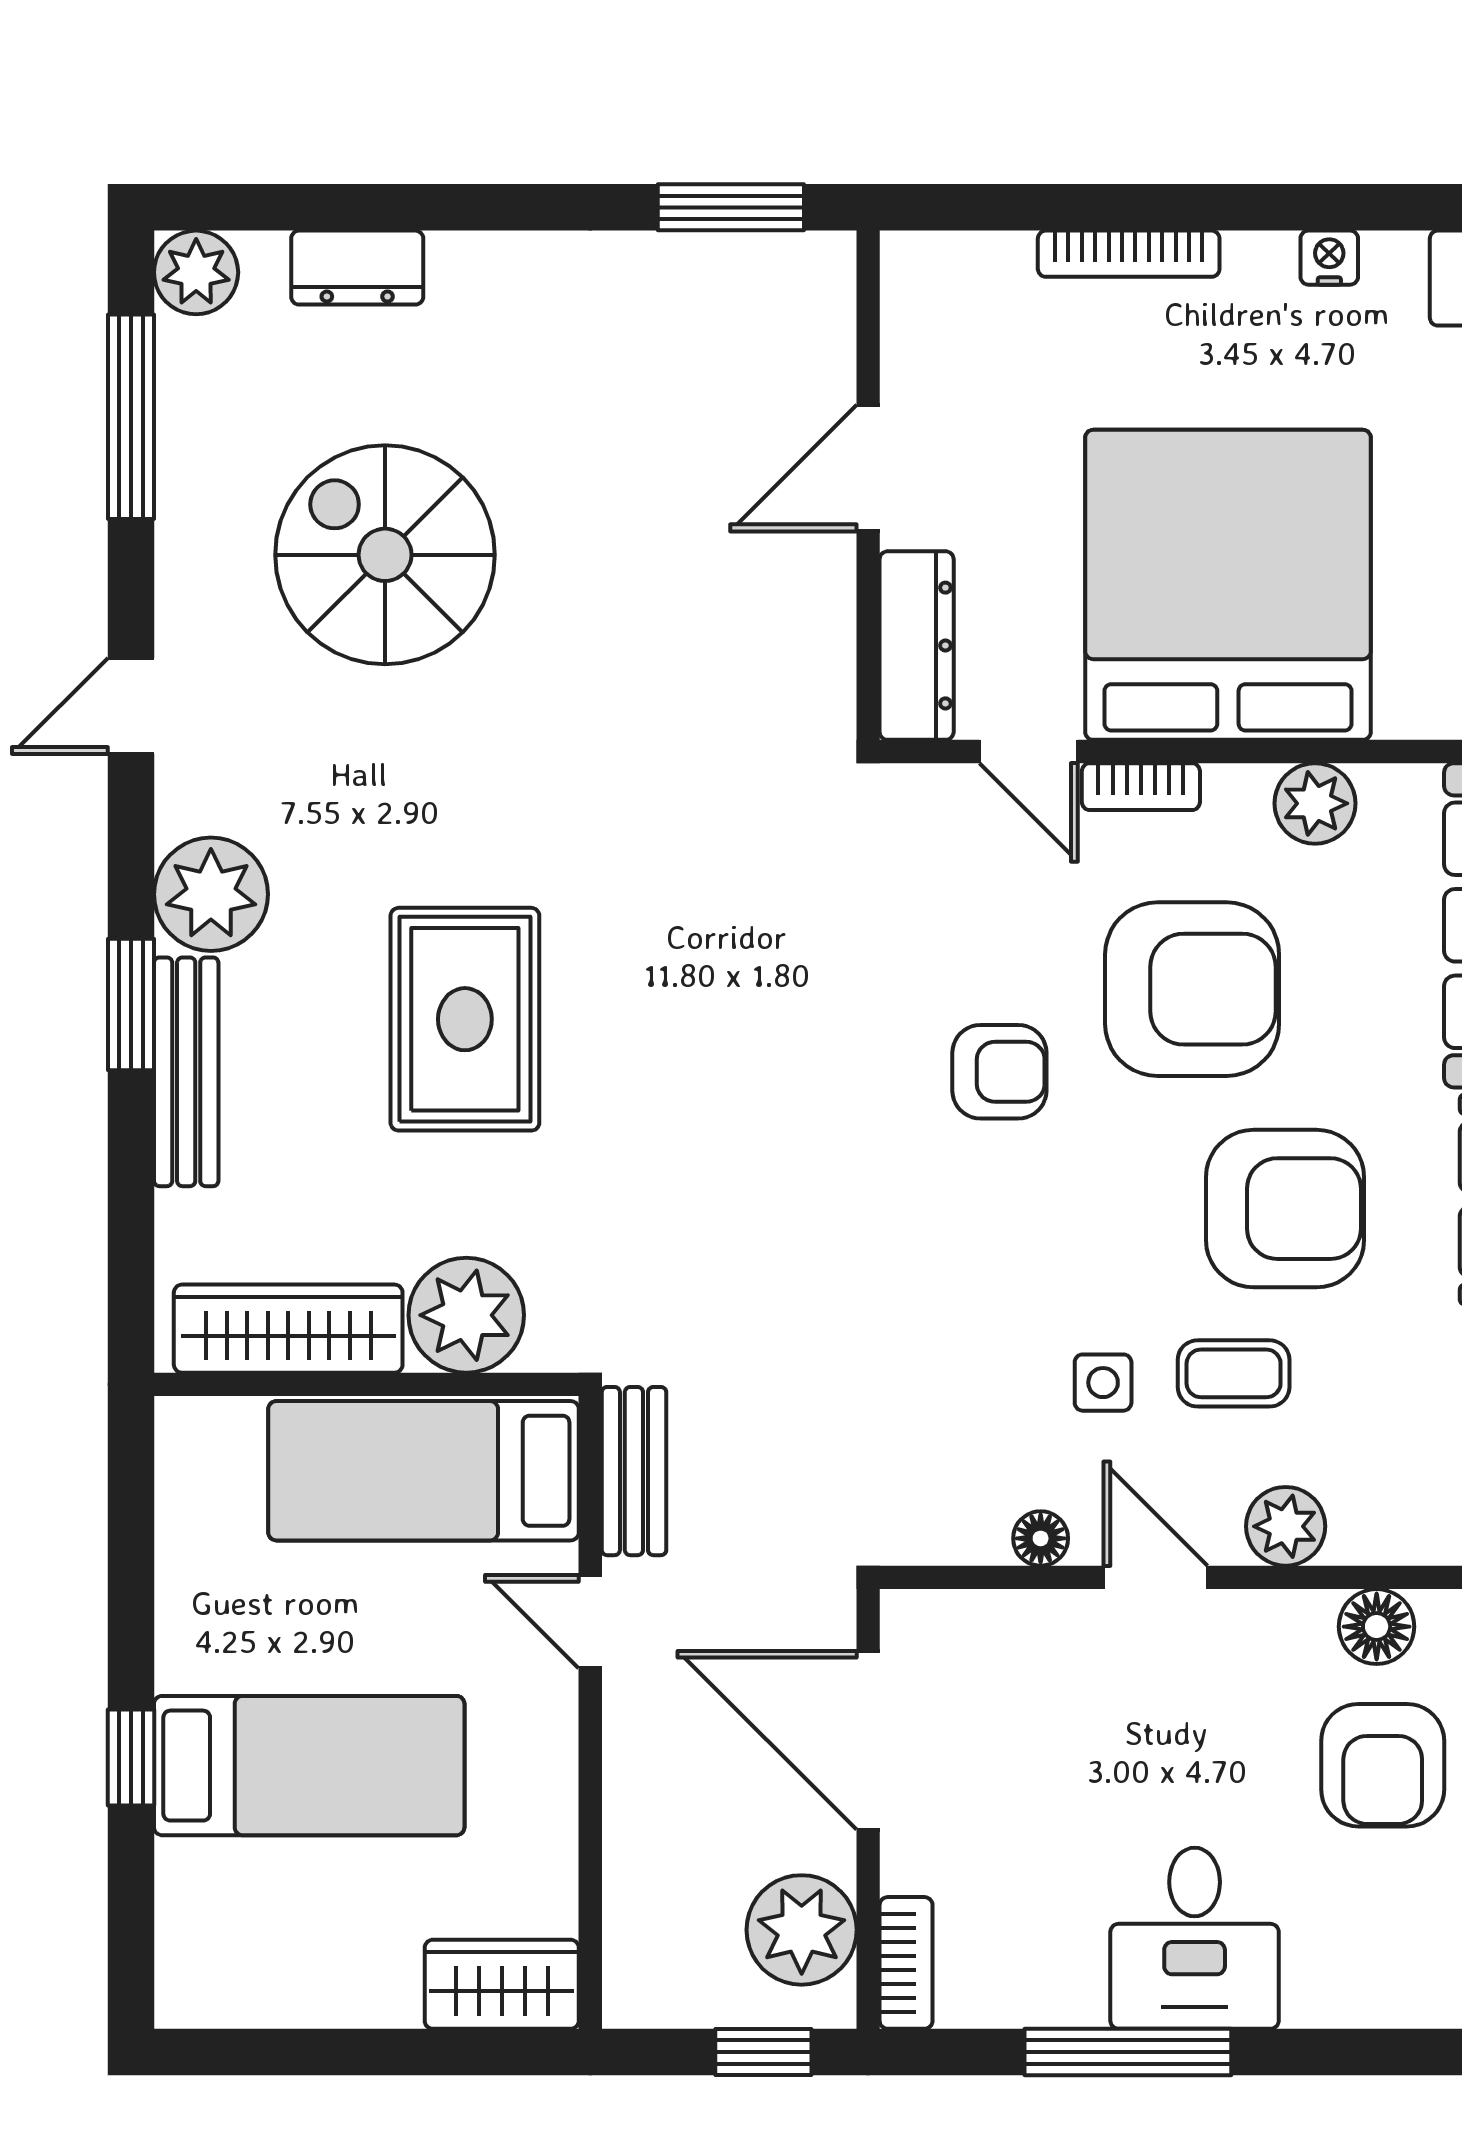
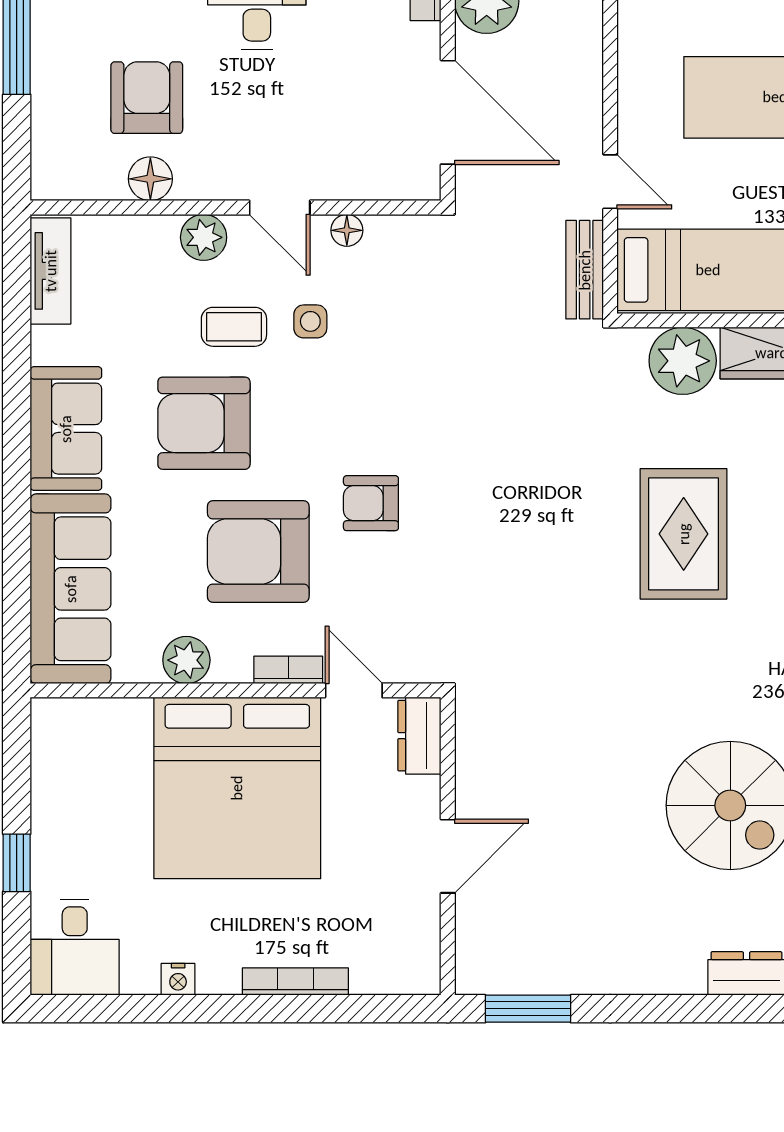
dresser: (917, 646) -> (419, 736), width x0.70

